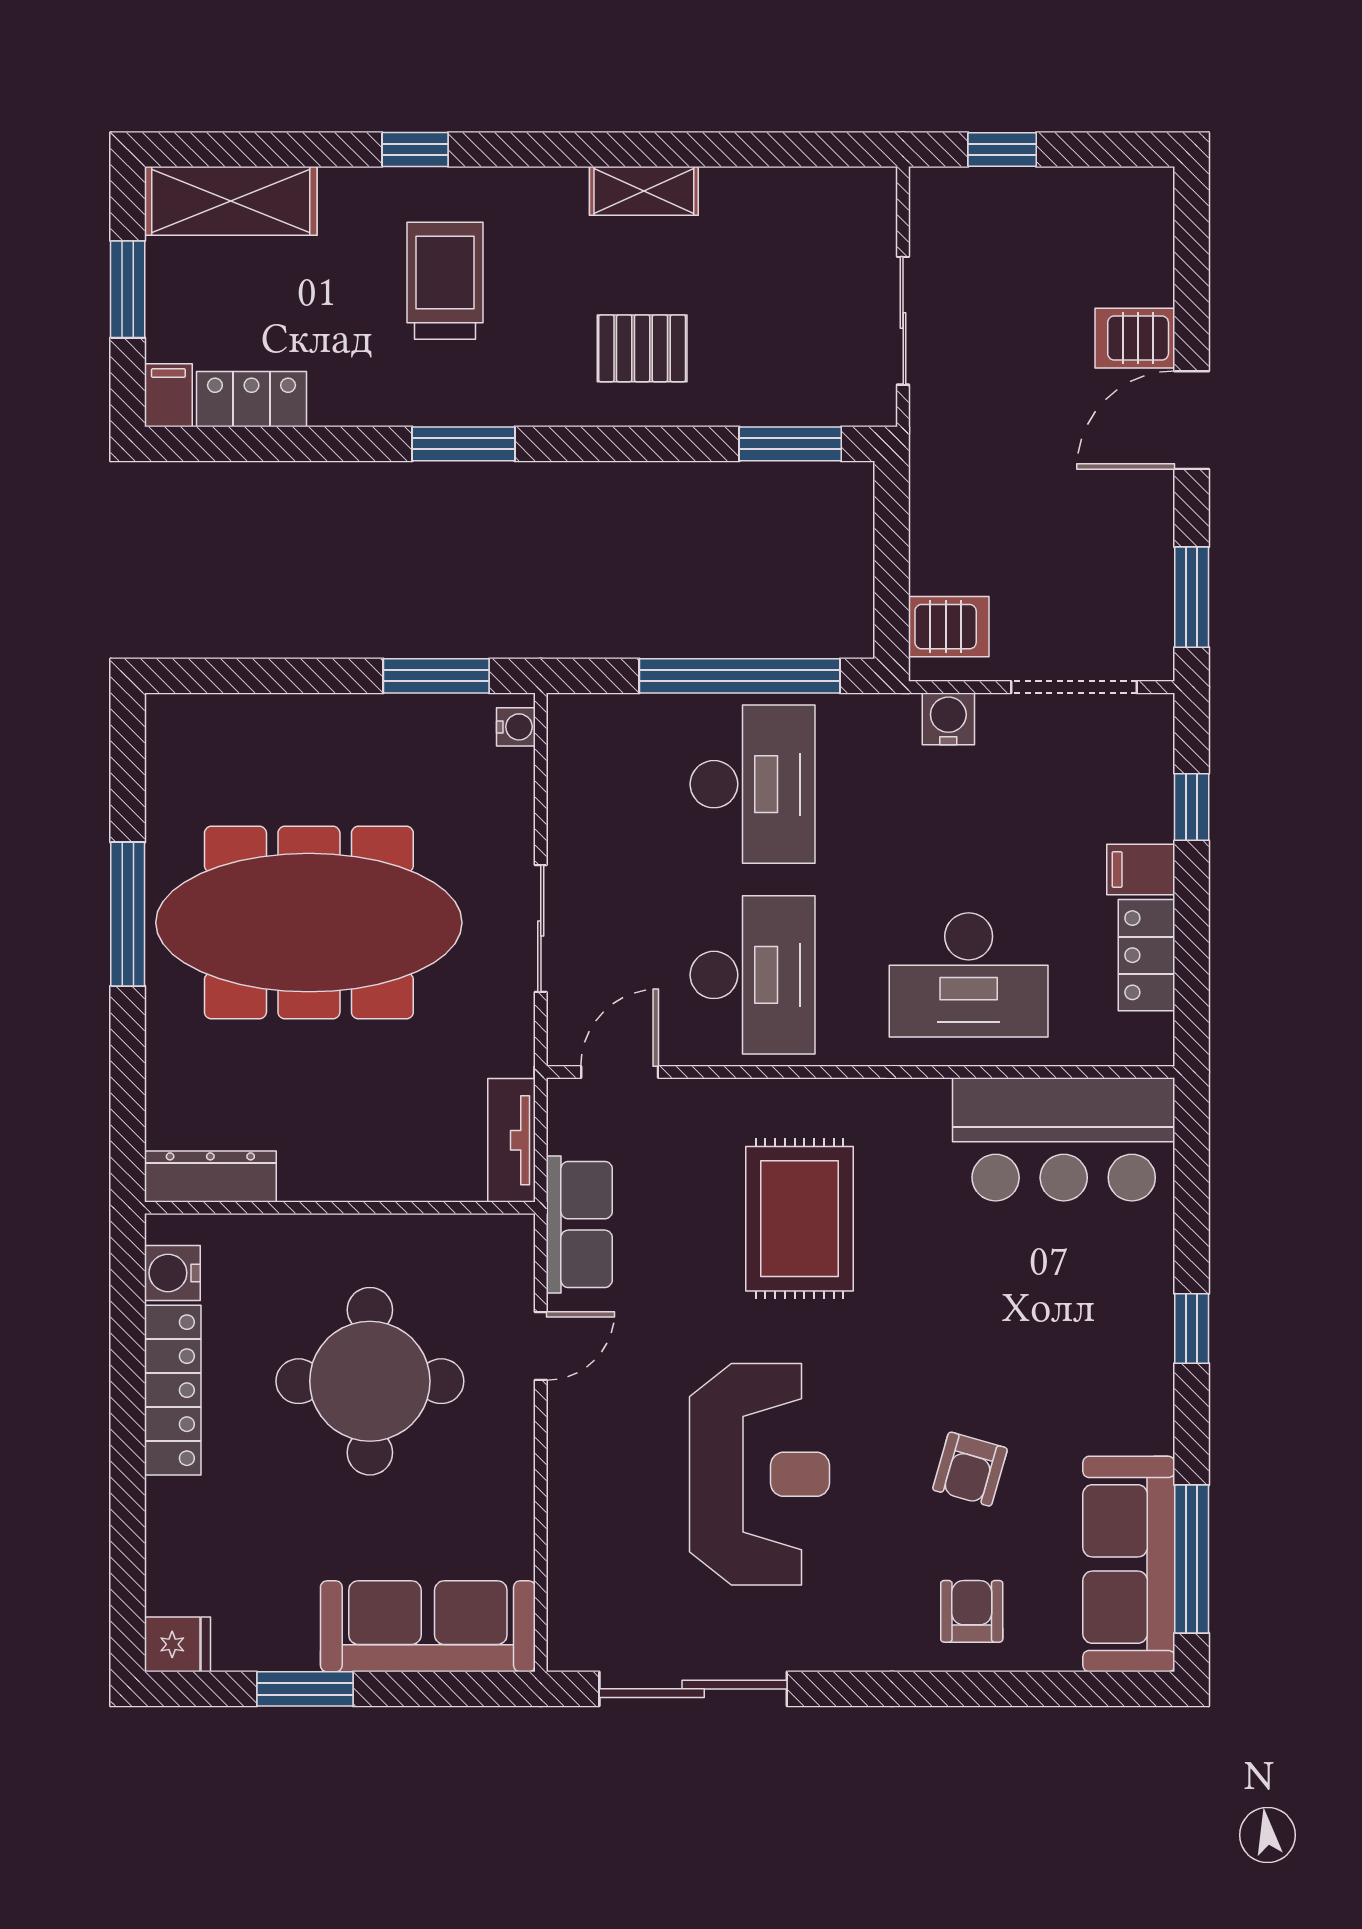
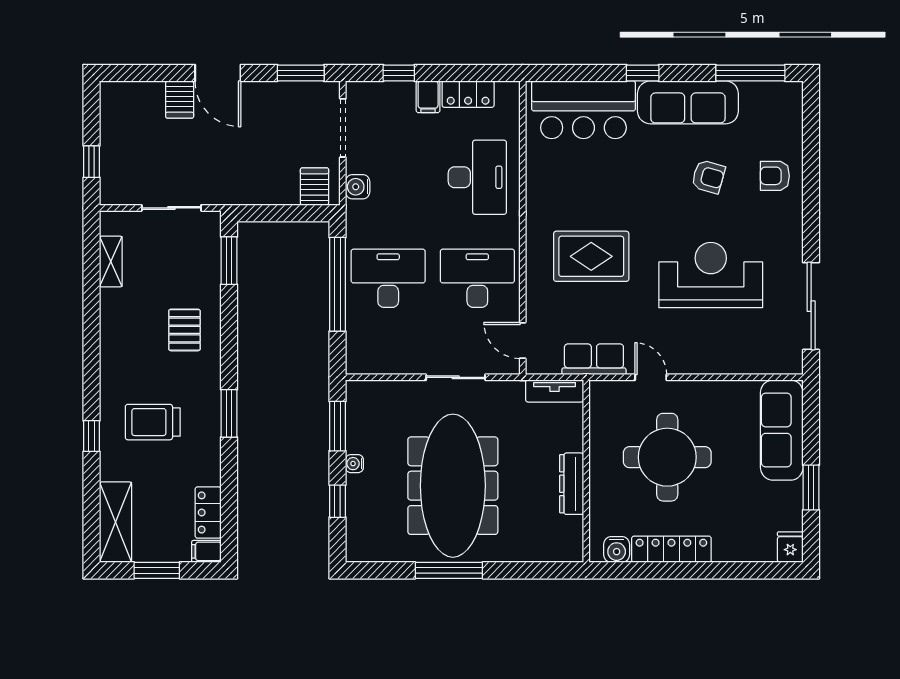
shelving: (644, 191) -> (111, 262), moved
window: (276, 676) -> (337, 501), added
water cooler: (516, 727) -> (354, 464), moved, turned -90
bar counter: (1064, 1139) -> (583, 110), moved, turned 90
dresser: (210, 1176) -> (572, 484), moved
sofa: (1129, 1564) -> (688, 102), moved

